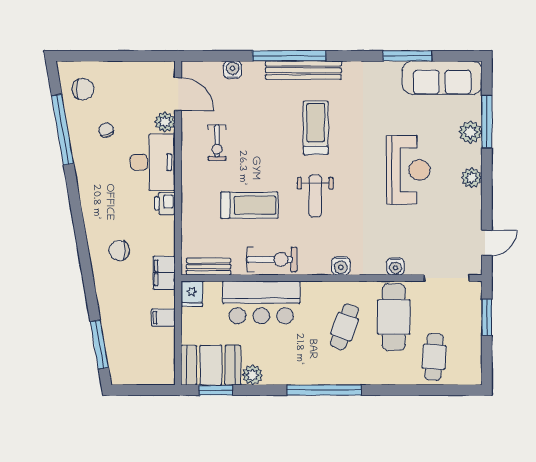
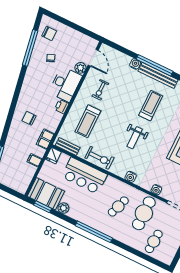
water cooler: (233, 70) -> (135, 64), moved
treadmill: (249, 205) -> (88, 121), moved, turned 90

